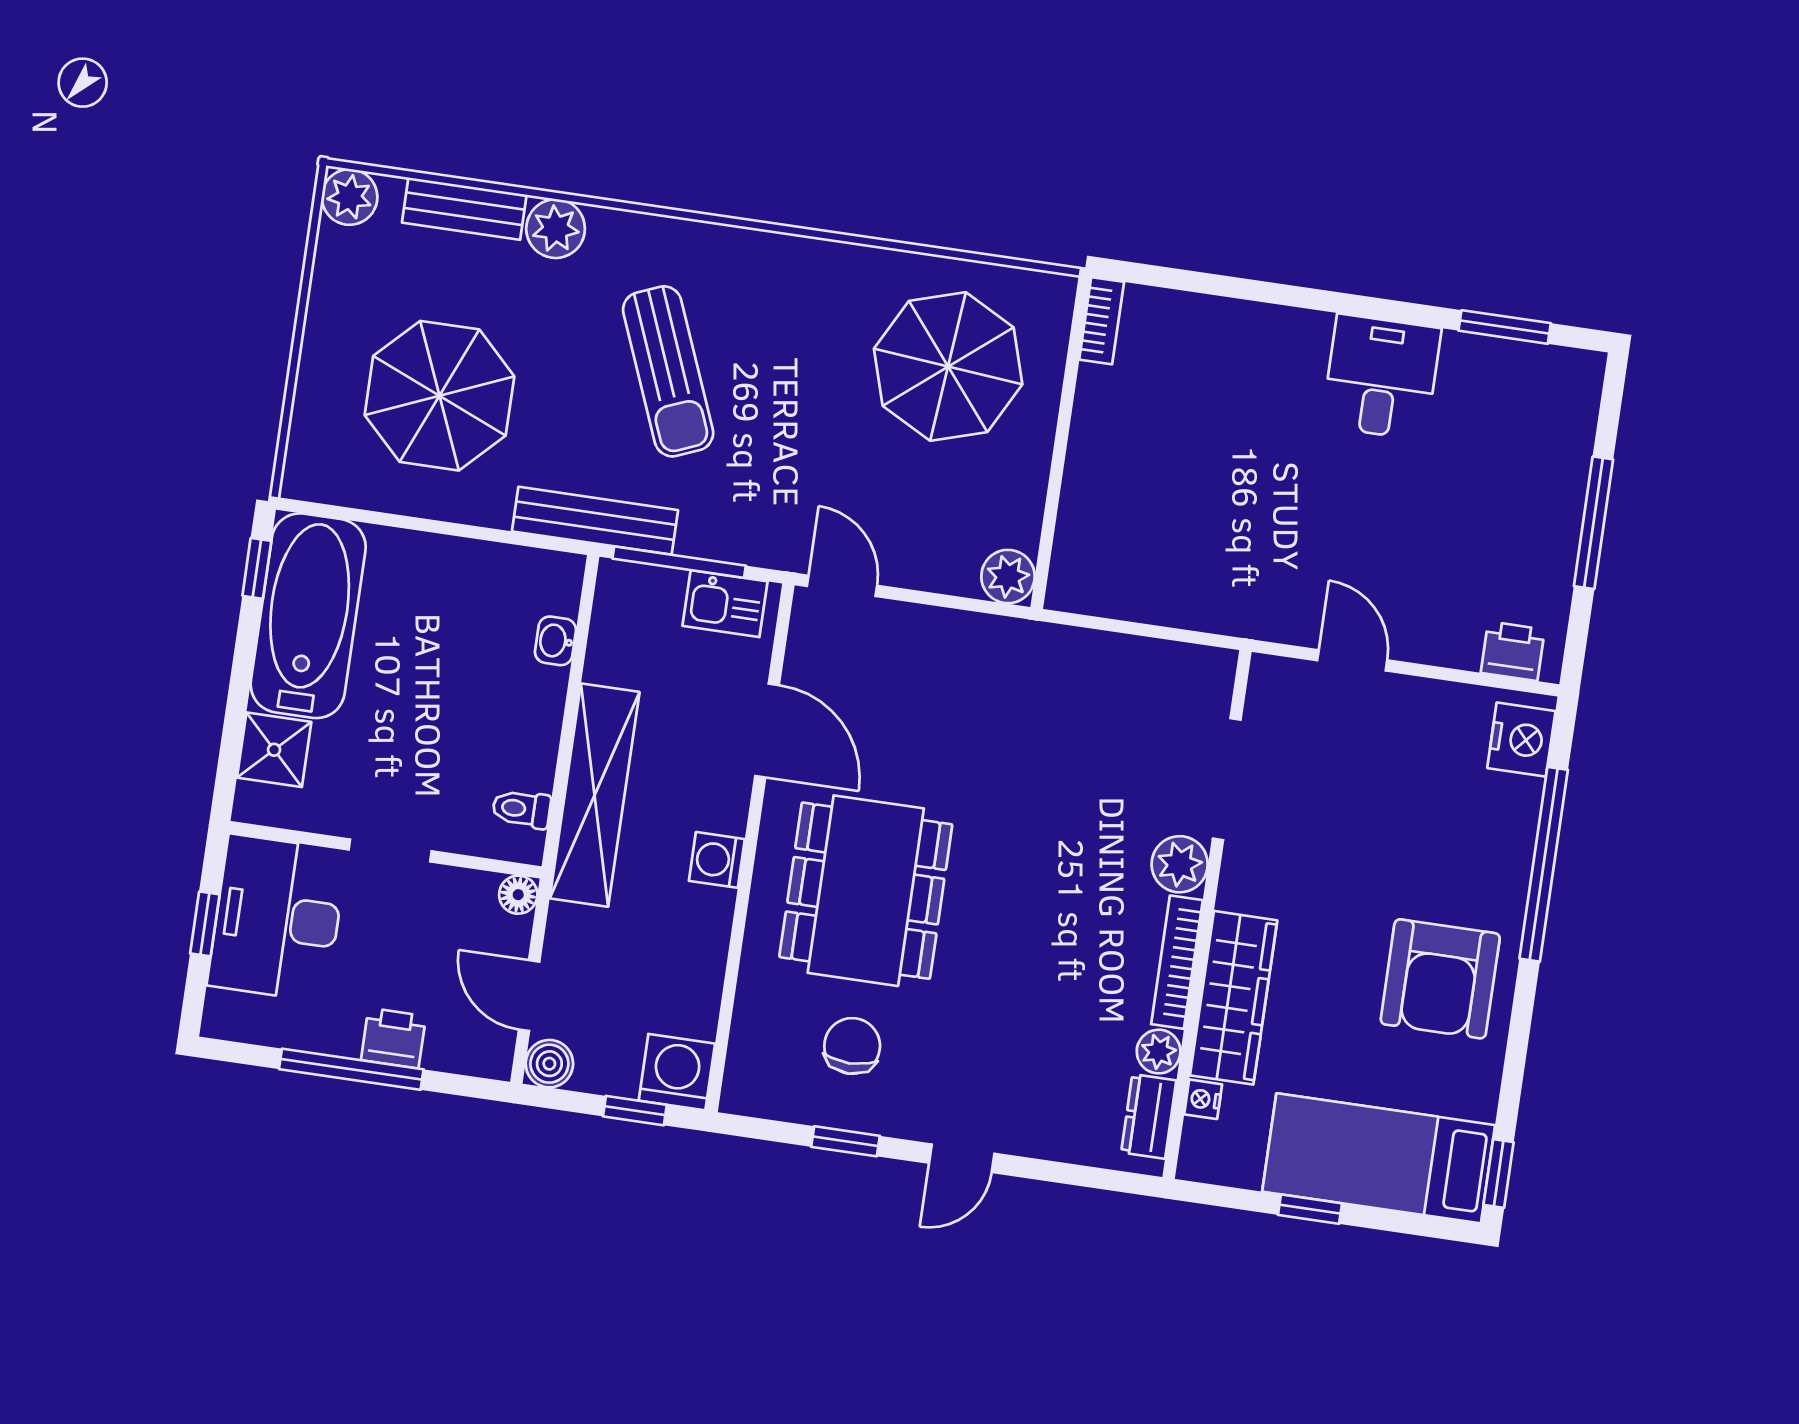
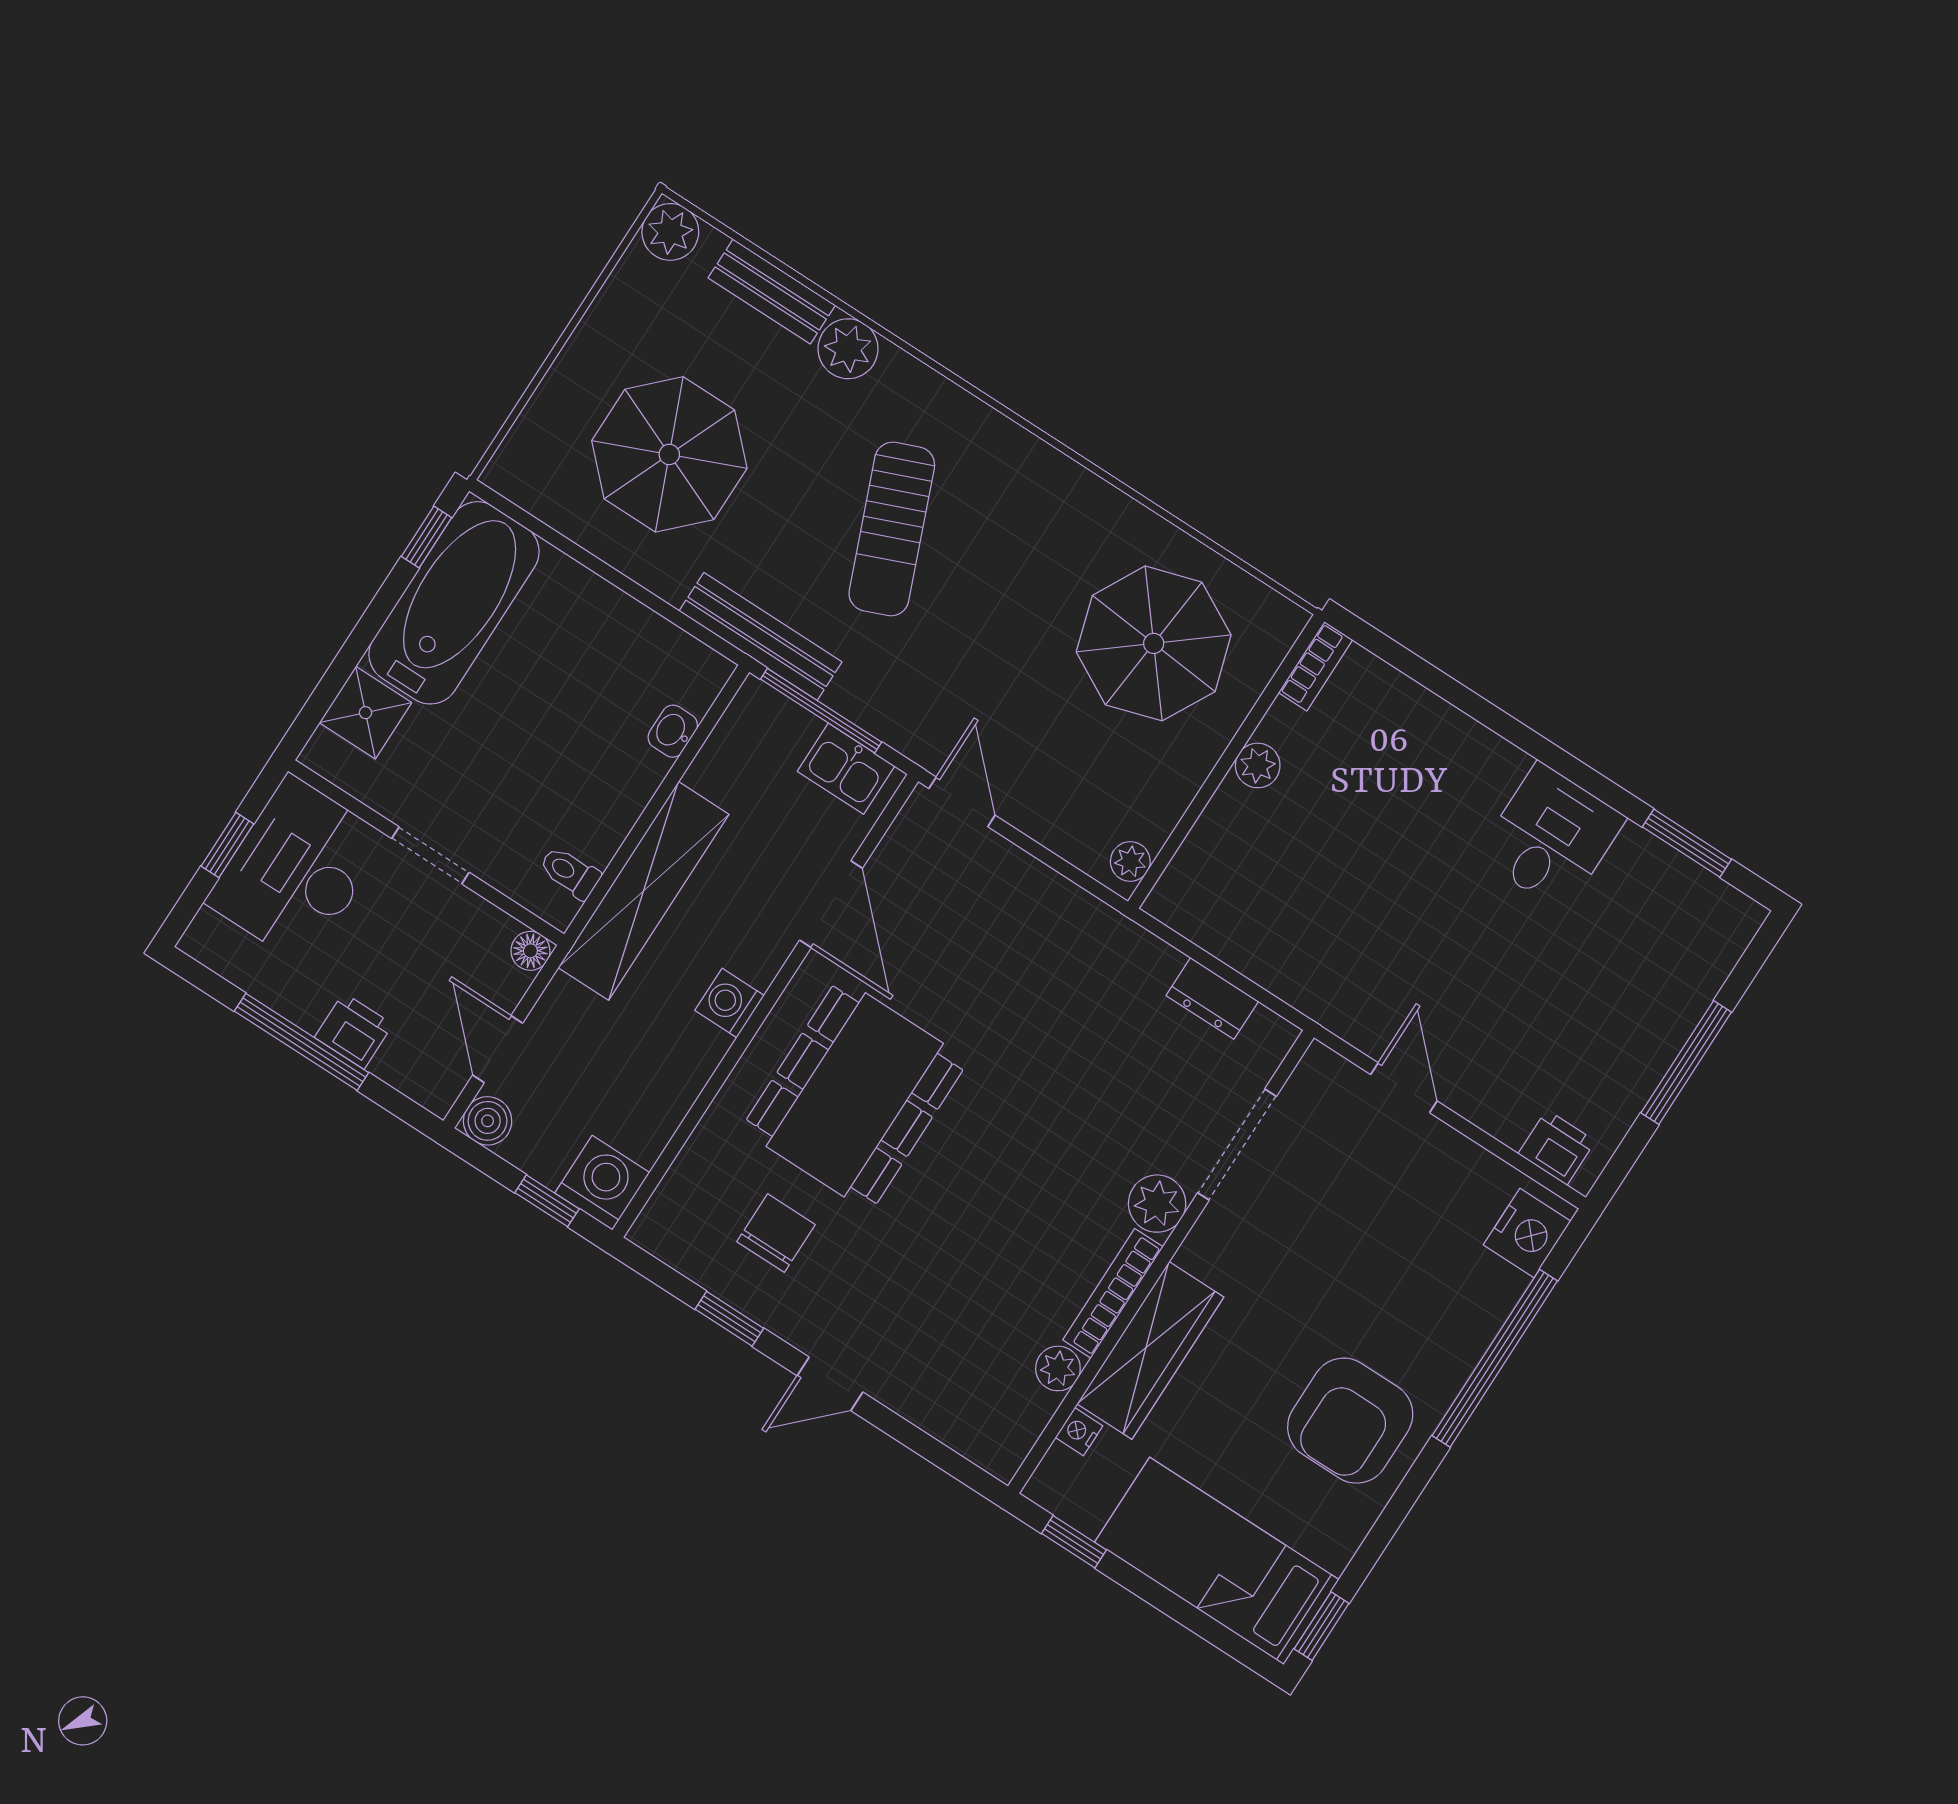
plant: (1091, 433) -> (1258, 765), added
plant: (1008, 577) -> (1130, 861), width x0.73, depth x0.73
dresser: (1149, 1116) -> (1212, 998), moved, turned -90
window: (1310, 1209) -> (1074, 1542), moved

